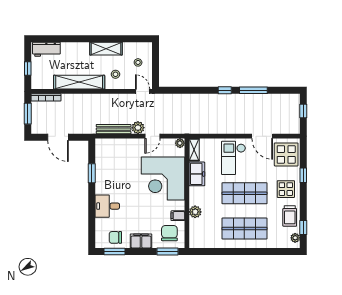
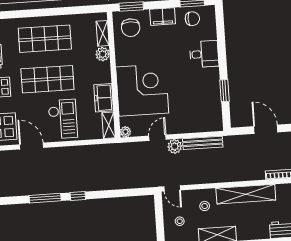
filing cabinet: (178, 216) -> (122, 48), removed
shelving: (194, 230) -> (103, 33), added

